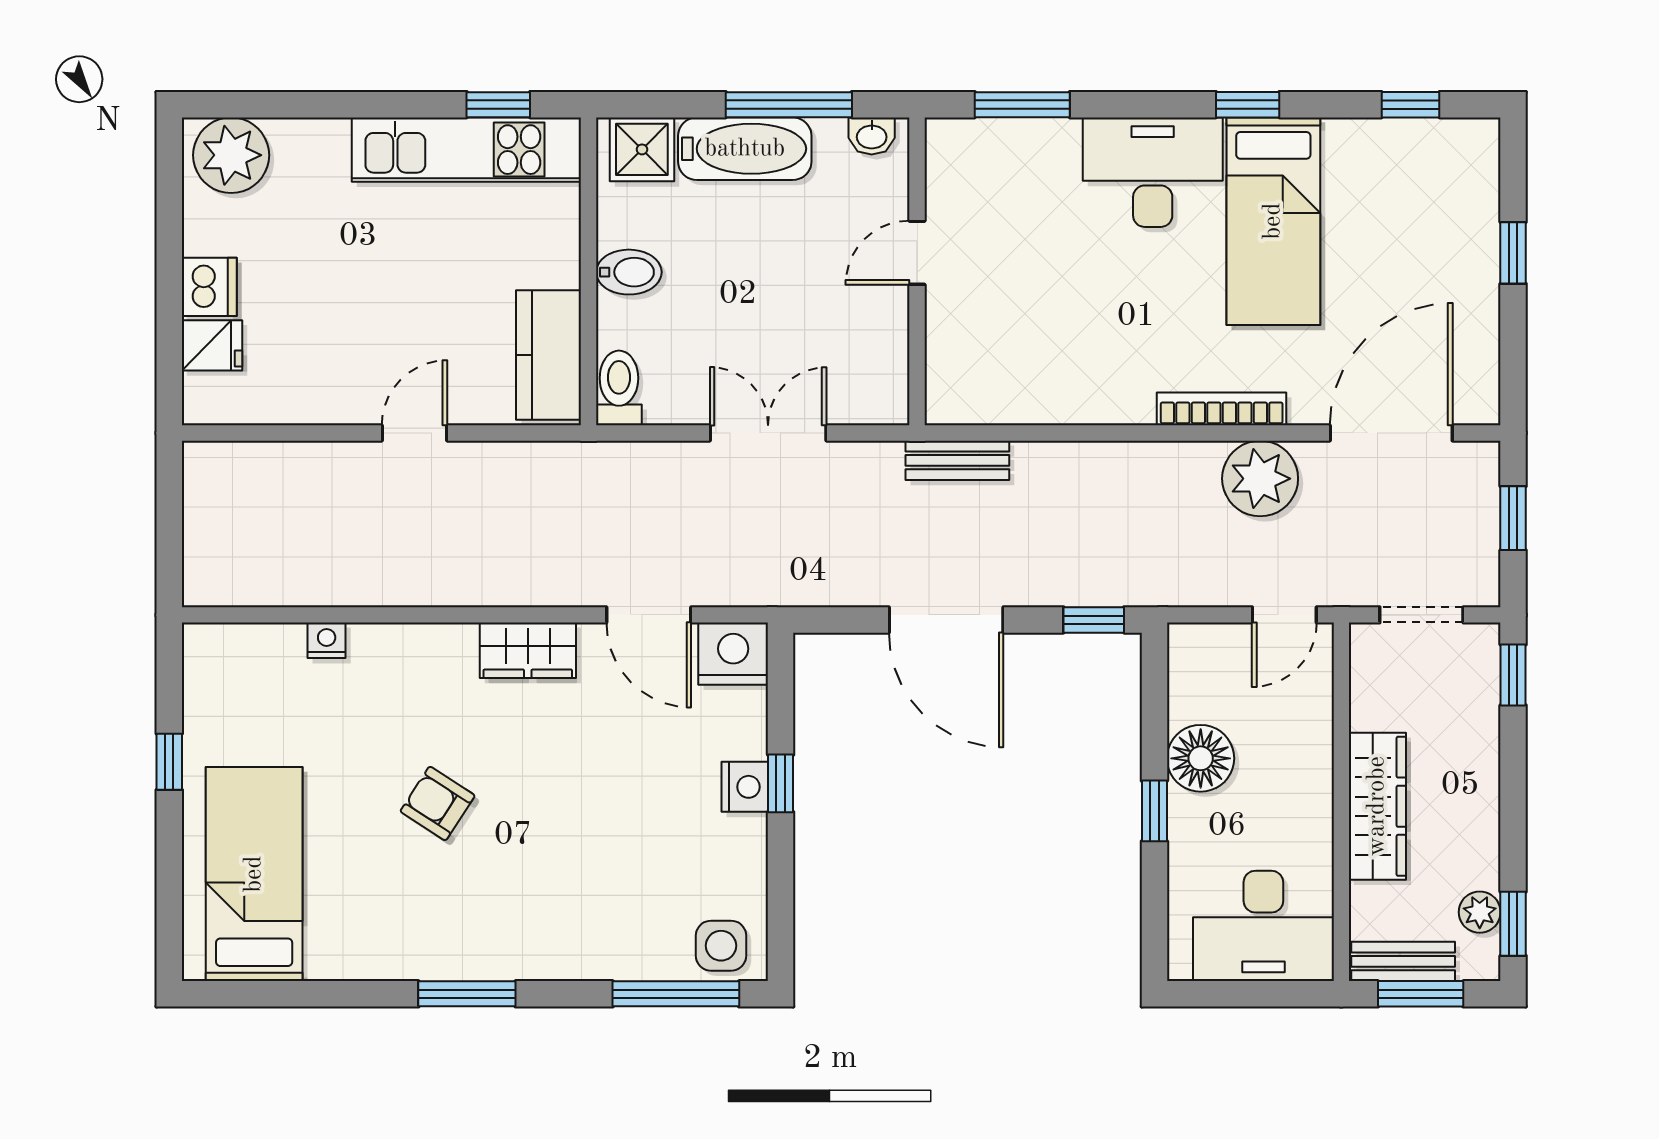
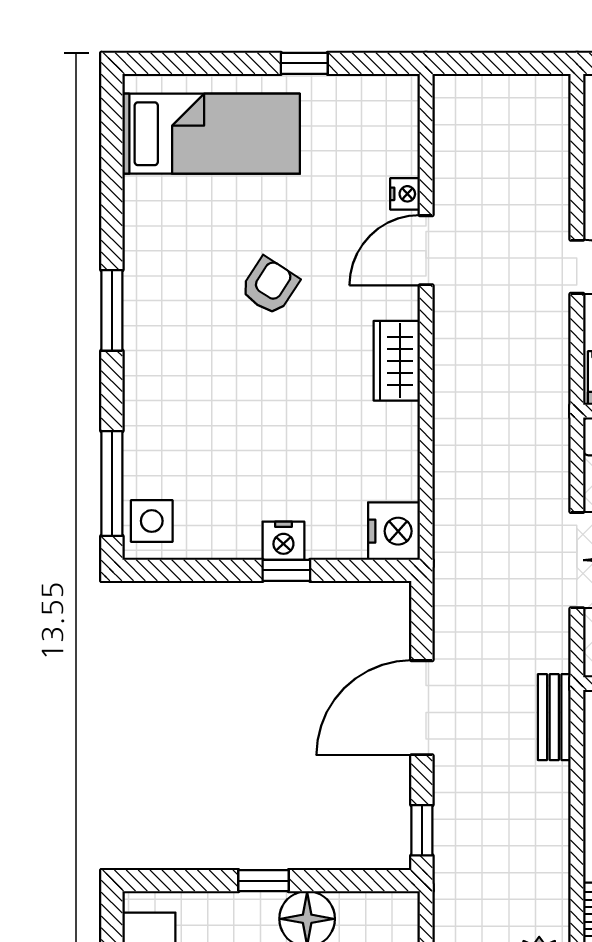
door: (649, 615) -> (426, 250), moved

